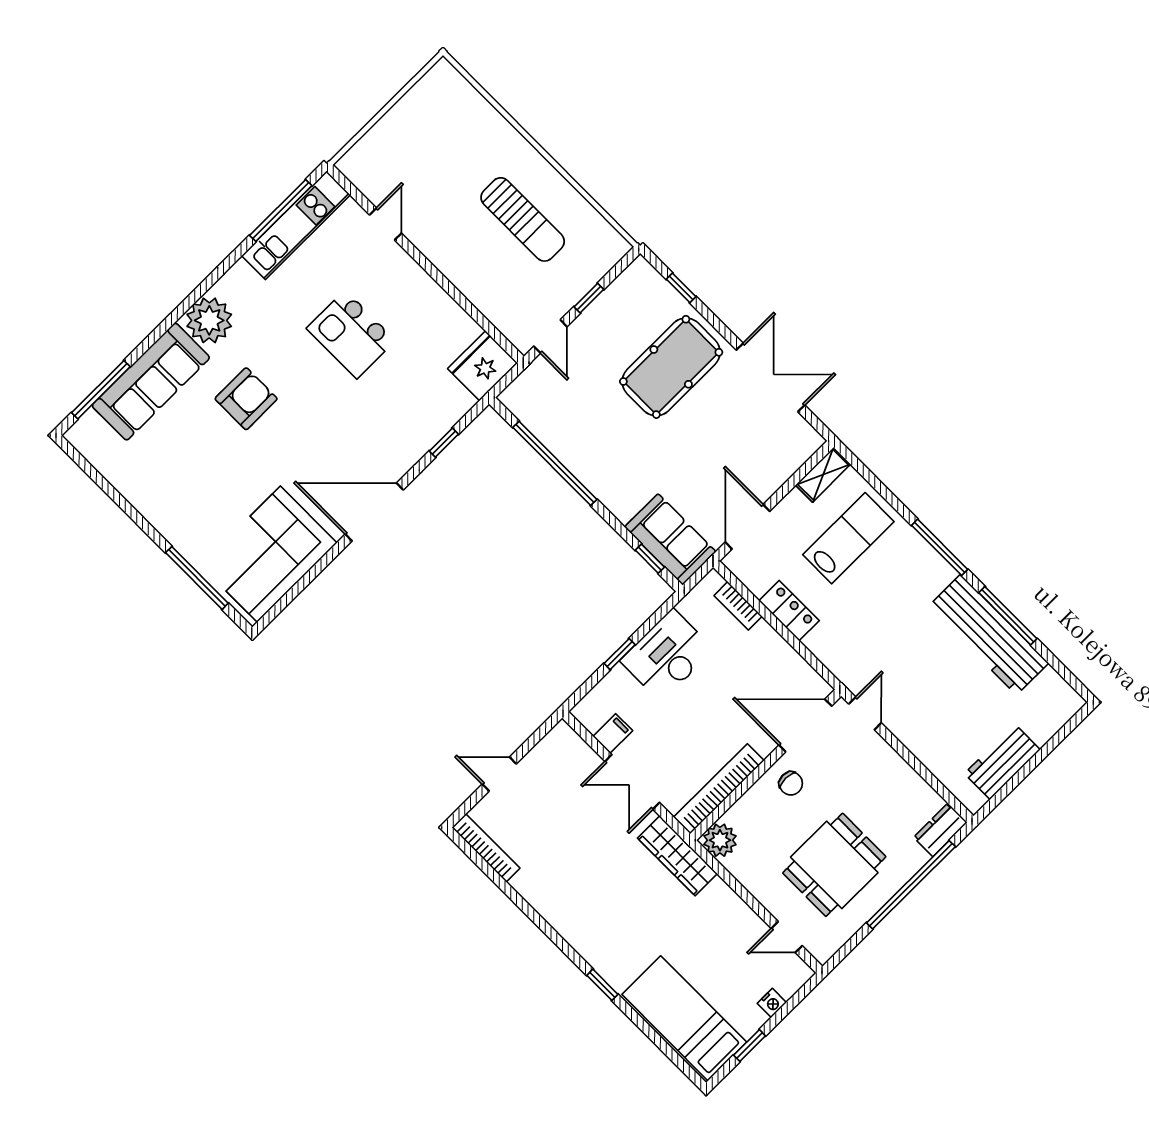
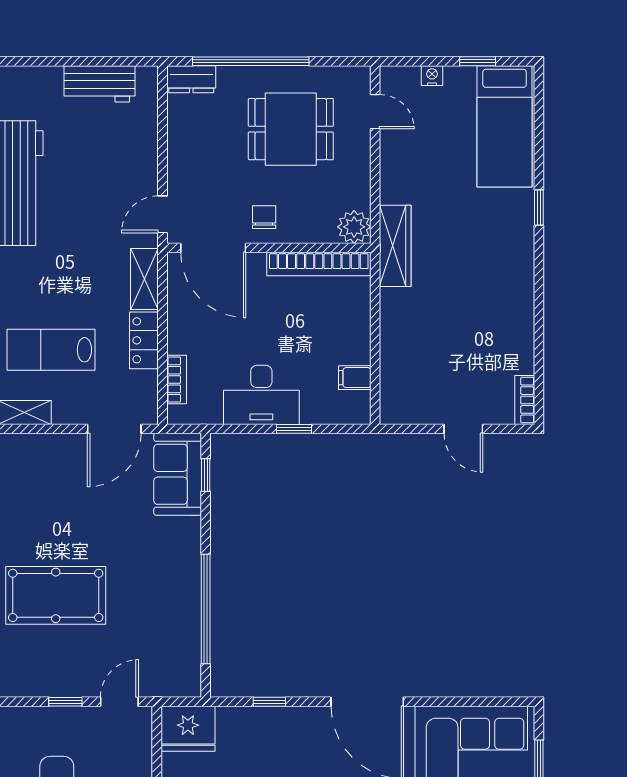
shelving: (832, 655) -> (144, 279), added
double door: (632, 782) -> (375, 330), removed
bookcase: (486, 848) -> (525, 400), width x0.64

